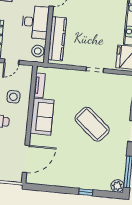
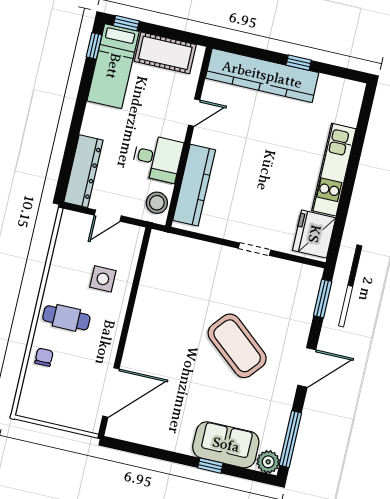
desk: (35, 22) -> (157, 158), width x0.73
tv unit: (39, 85) -> (152, 264), removed
sofa: (42, 117) -> (226, 445), moved, turned -90

